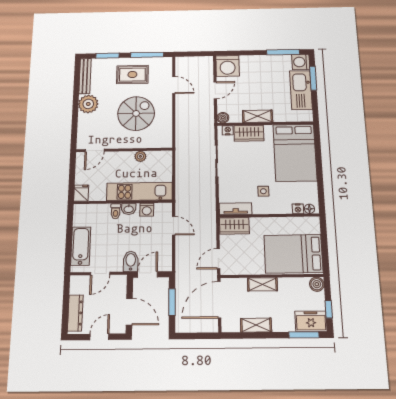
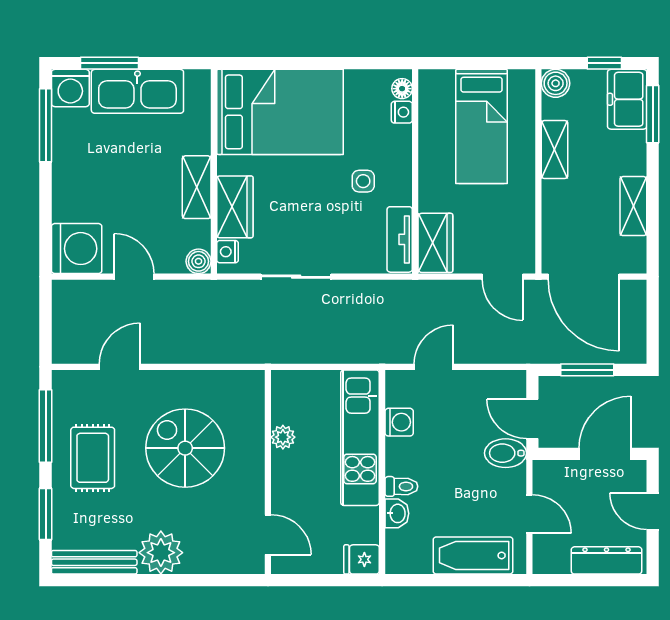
washbasin: (129, 209) -> (397, 513), moved
bed: (293, 254) -> (482, 126), width x0.67
shelving: (262, 284) -> (555, 150), moved

